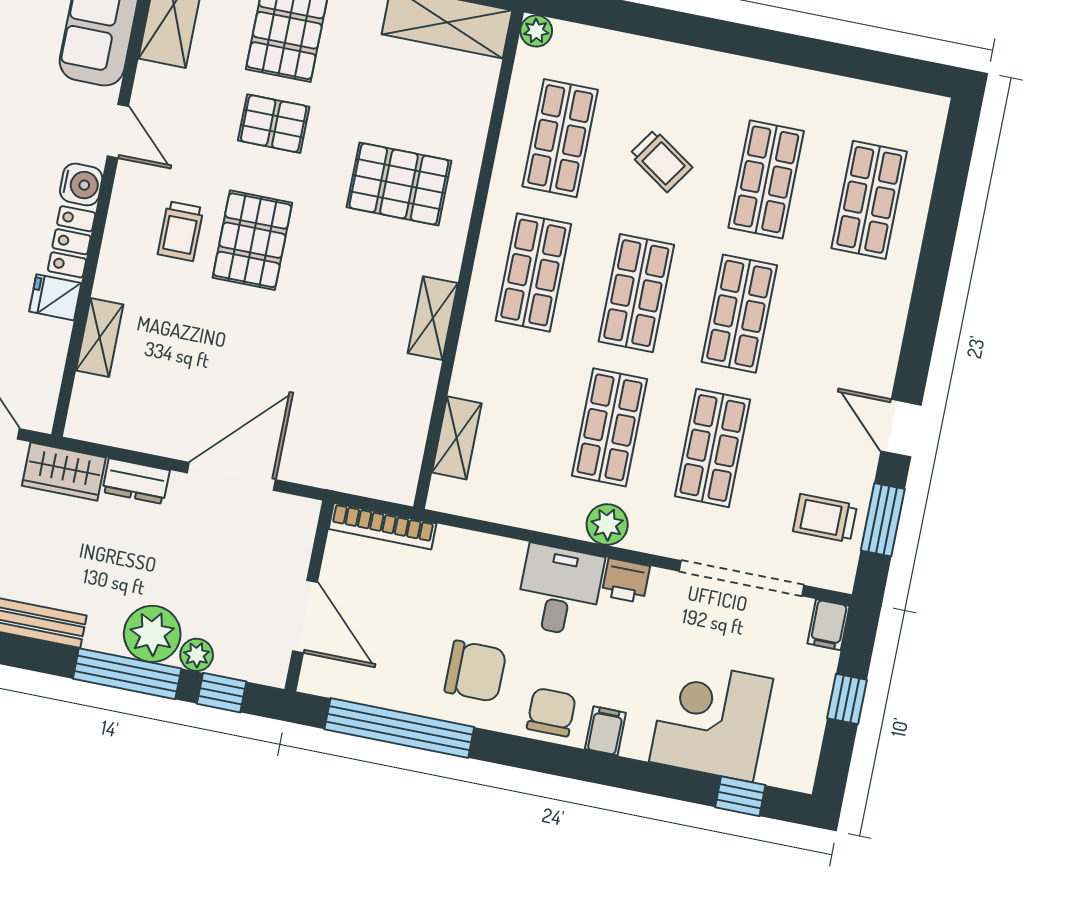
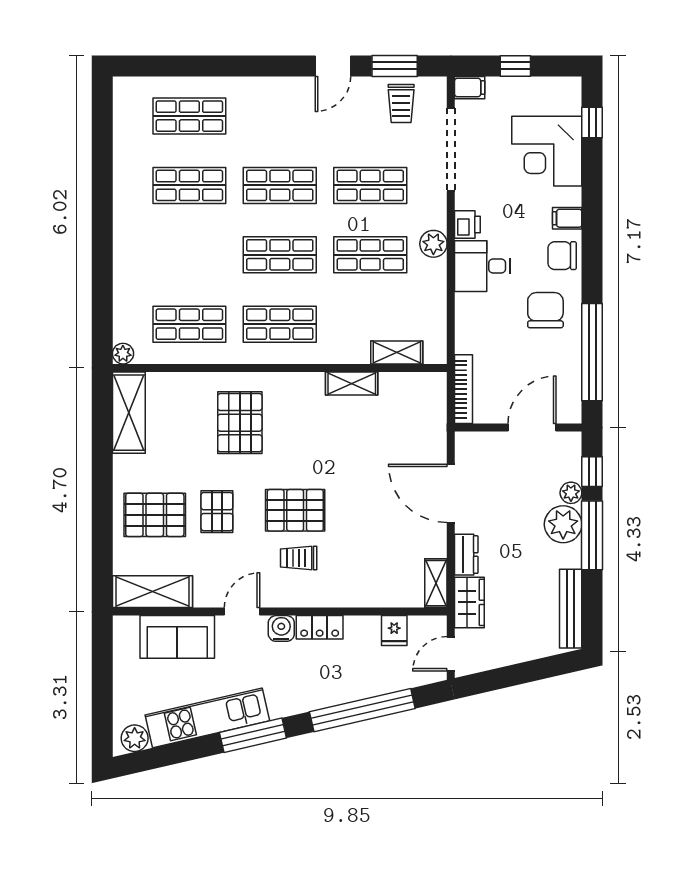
trolley: (661, 161) -> (191, 256), removed
trolley: (181, 231) -> (299, 558), turned 180
fridge: (55, 297) -> (394, 631), moved
shelving: (433, 318) -> (352, 383), moved
shelving: (100, 337) -> (436, 583), moved, turned 90

